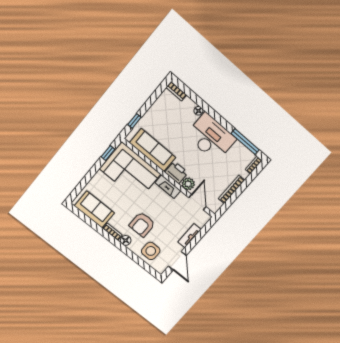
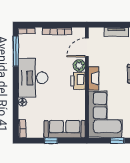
window: (134, 121) -> (51, 141), moved
sofa: (153, 150) -> (65, 129), moved, turned 90
window: (108, 153) -> (117, 141), moved

